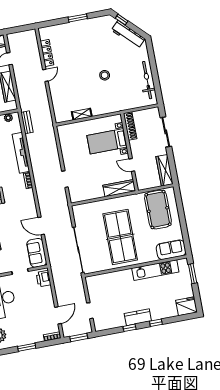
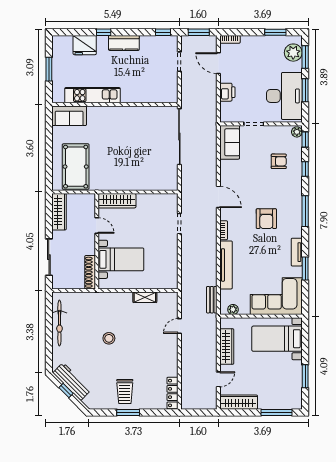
window: (122, 20) -> (66, 391), moved
trolley: (84, 35) -> (125, 391), added
locker: (47, 53) -> (173, 393), moved
door: (45, 75) -> (179, 326), moved
door: (41, 226) -> (218, 197), moved
table tennis table: (120, 237) -> (127, 143), removed
window: (193, 274) -> (49, 69), moved
printer: (44, 279) -> (227, 92), moved
fridge: (187, 306) -> (85, 45), moved
door: (58, 315) -> (218, 63), hinge flipped
window: (129, 328) -> (163, 32), moved
window: (27, 347) -> (275, 32), moved

